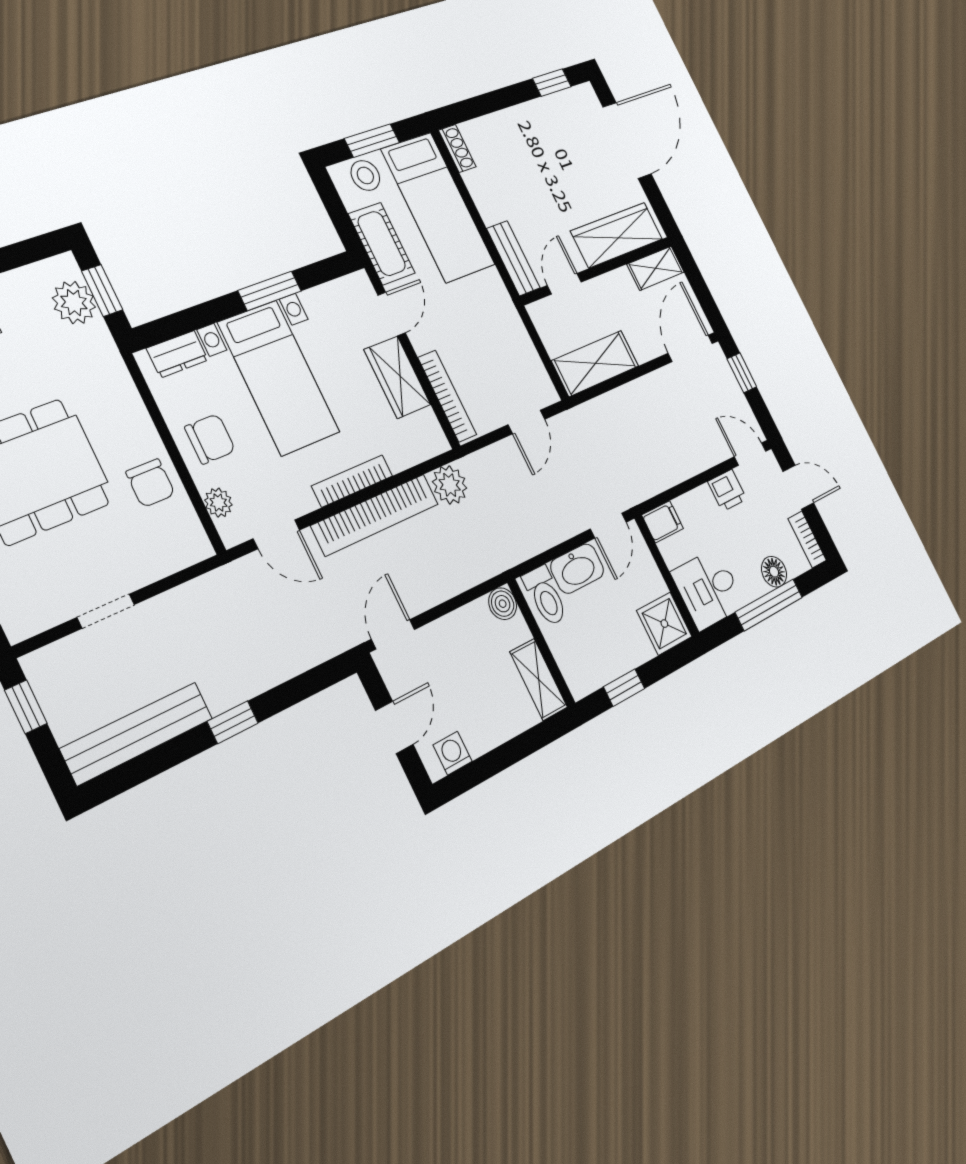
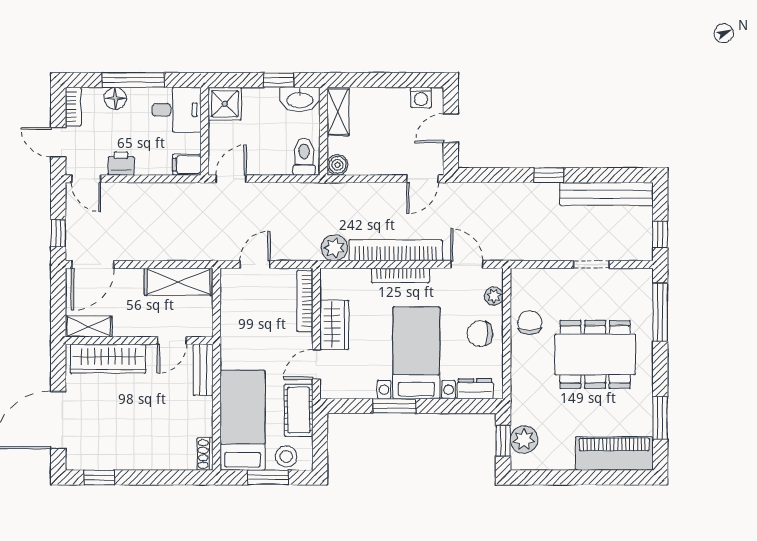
washbasin: (577, 569) -> (300, 100), moved, turned 180

